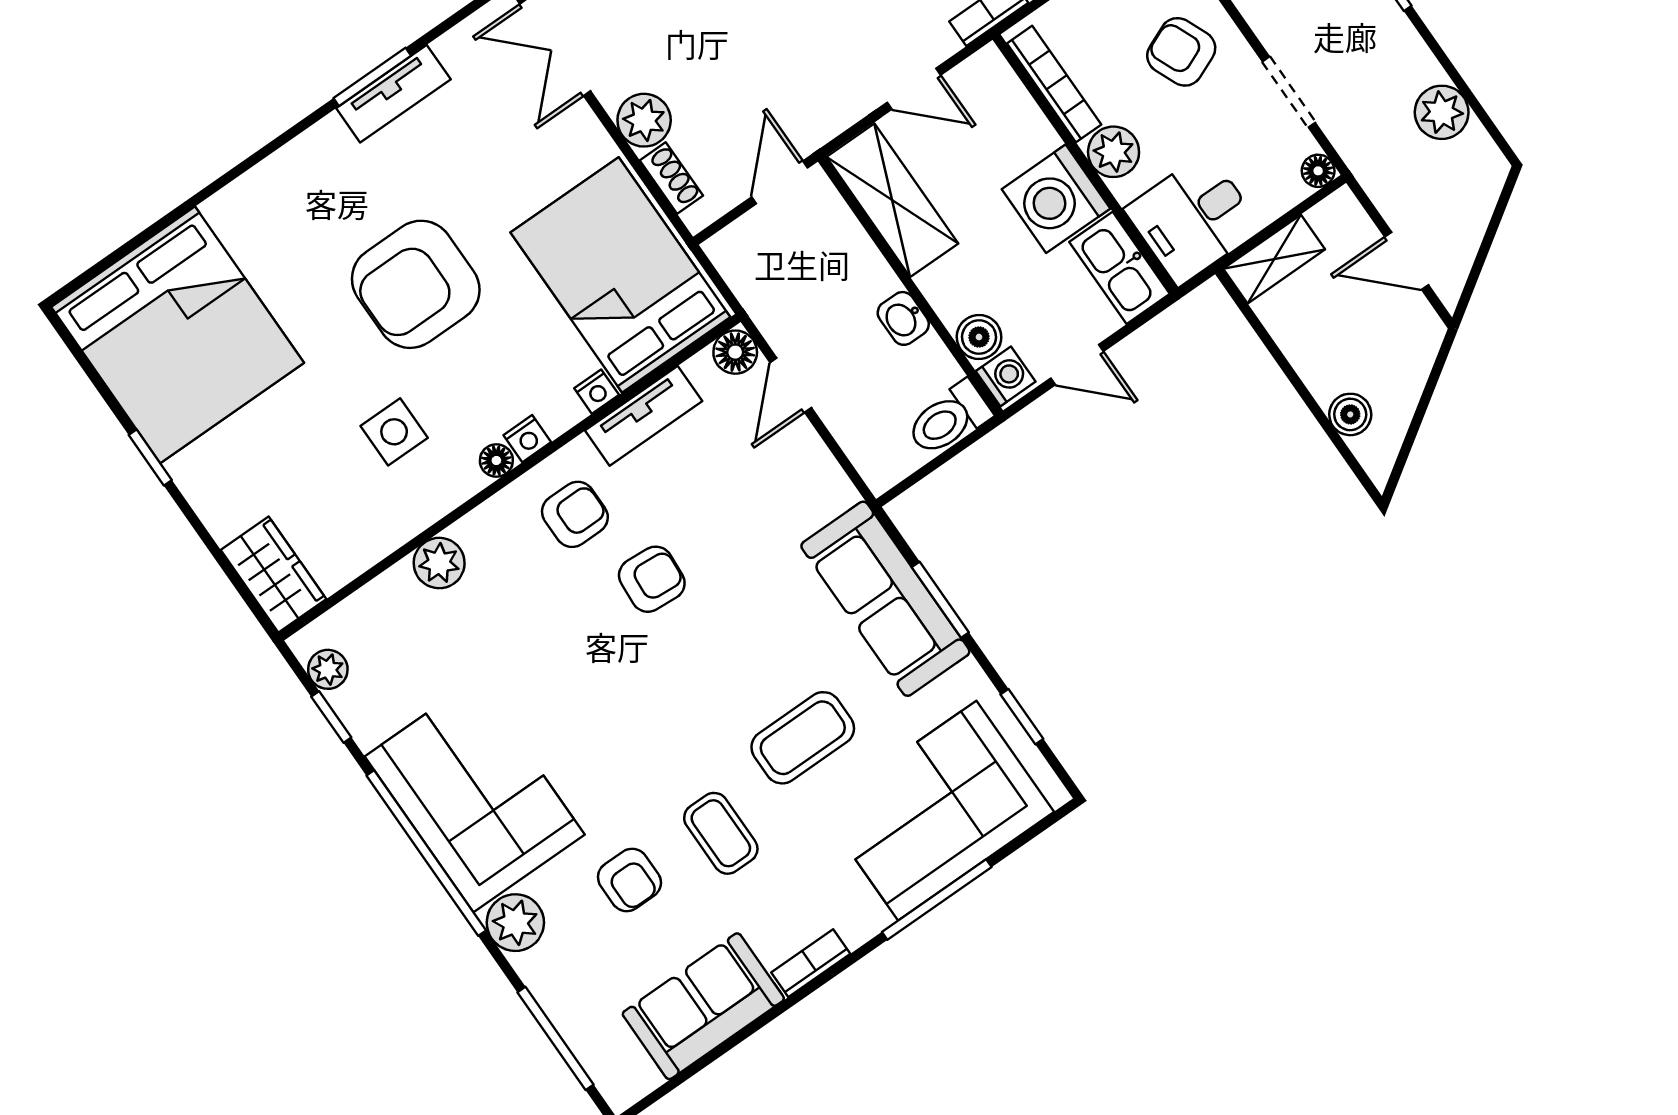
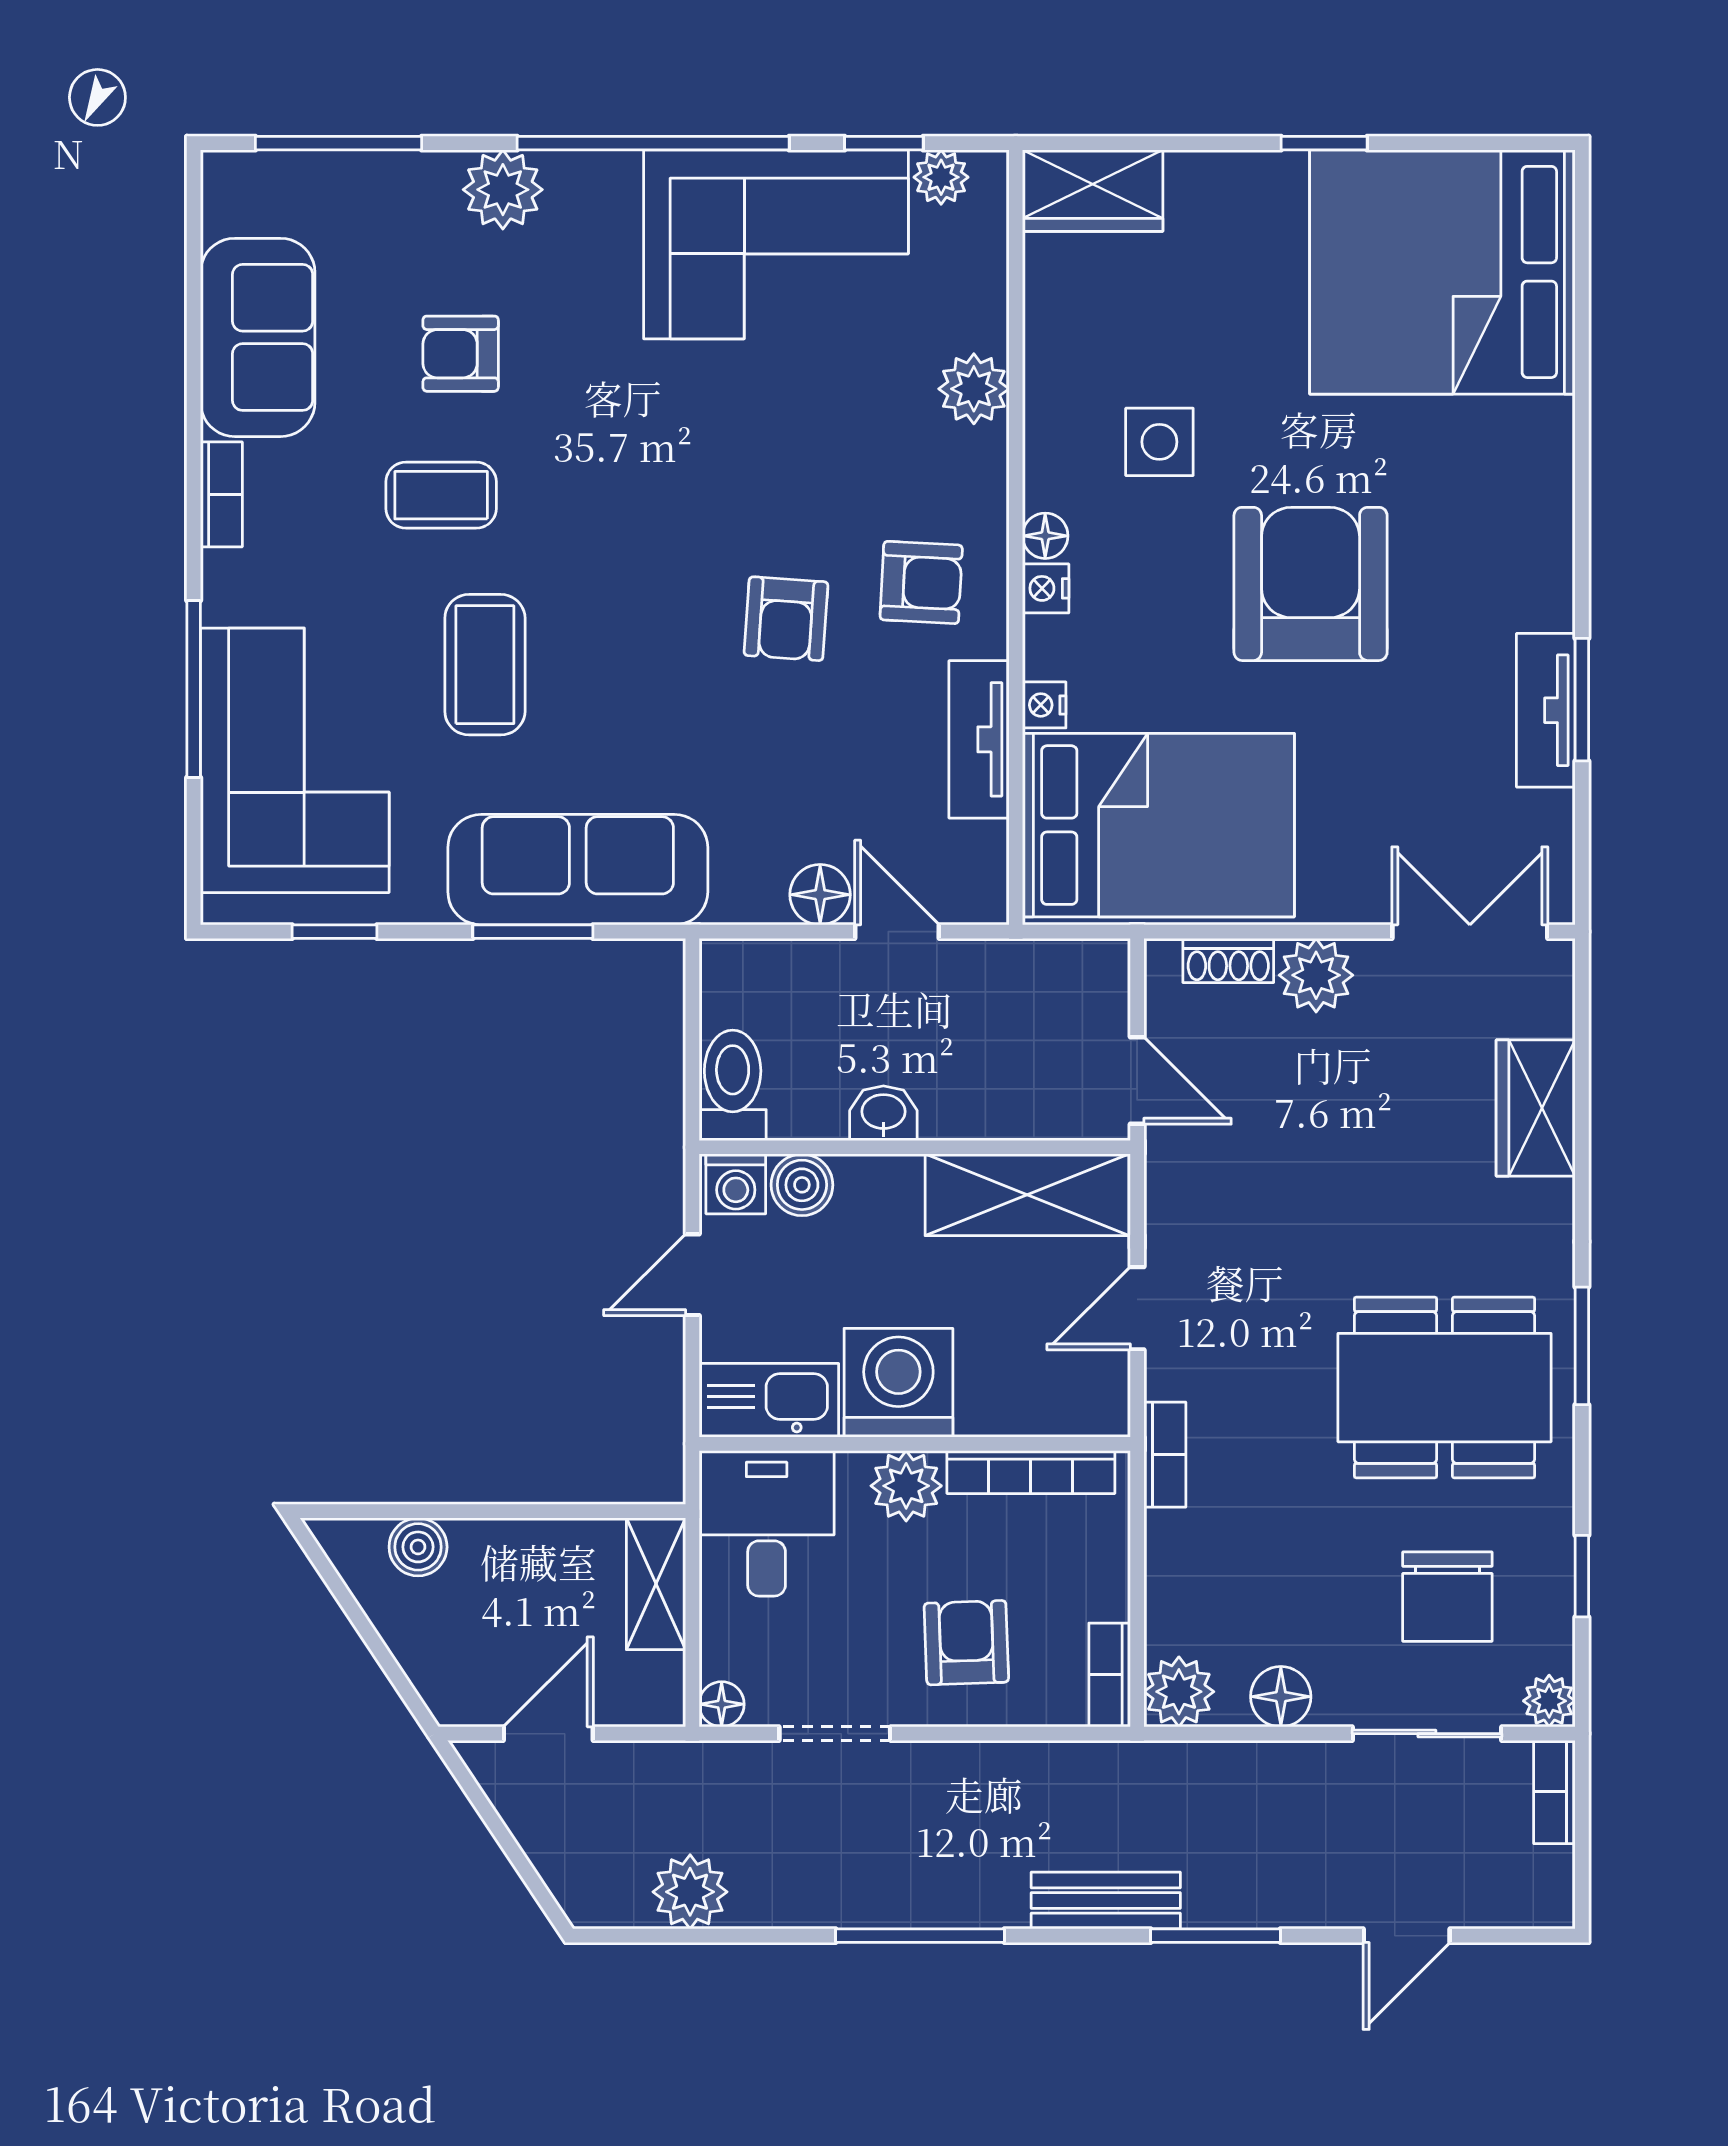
armchair: (1181, 52) -> (966, 1643), turned -69
floor lamp: (735, 352) -> (820, 895), moved
armchair: (575, 514) -> (921, 582), turned -87
corner sofa: (475, 795) -> (776, 244), moved

